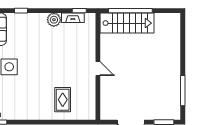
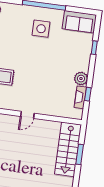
window: (79, 11) -> (88, 94), moved
window: (130, 11) -> (80, 154), width x0.47

